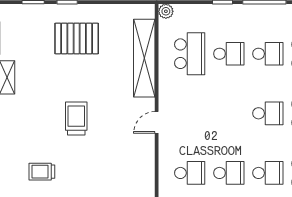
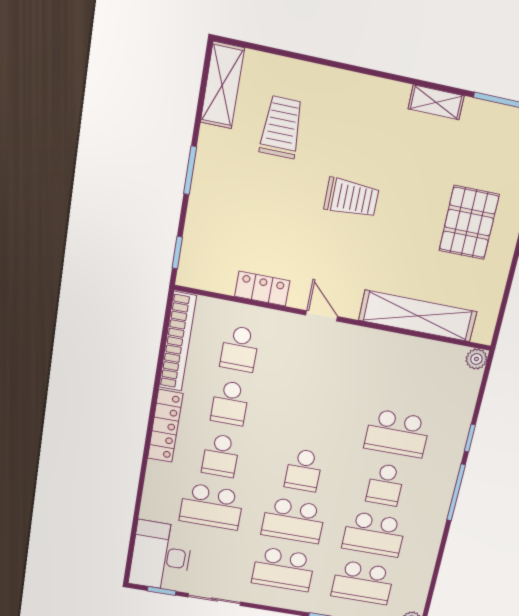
school desk: (190, 54) -> (409, 381), removed
school desk: (229, 54) -> (397, 433), width x1.85
locker: (146, 165) -> (262, 289), added
trolley: (42, 172) -> (281, 127), width x1.36, depth x1.39

